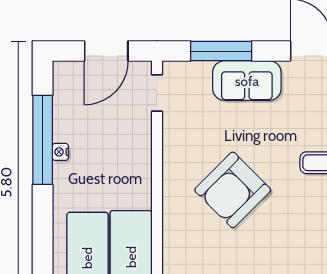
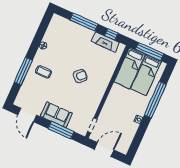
window: (43, 140) -> (155, 100), moved
armchair: (233, 190) -> (80, 76), width x0.53, depth x0.53

